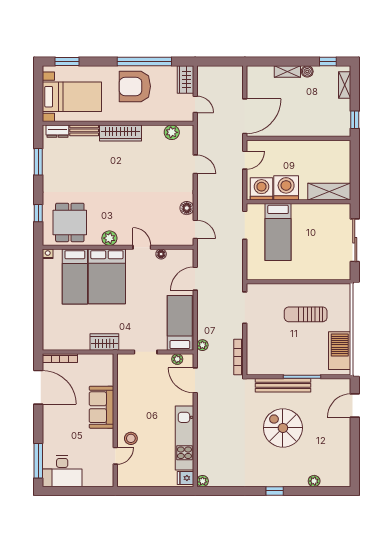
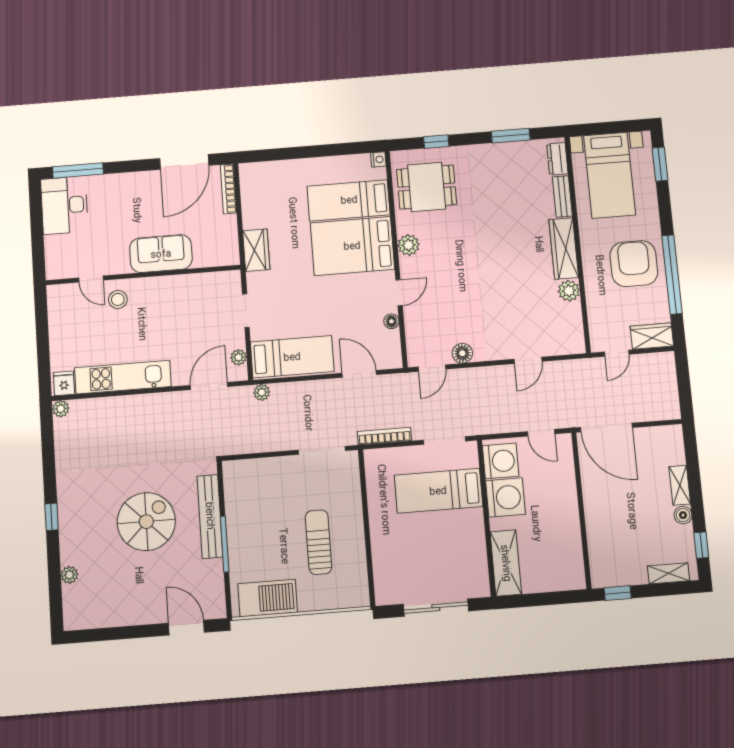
plant: (172, 132) -> (569, 291), moved
bookcase: (239, 357) -> (384, 436), moved

